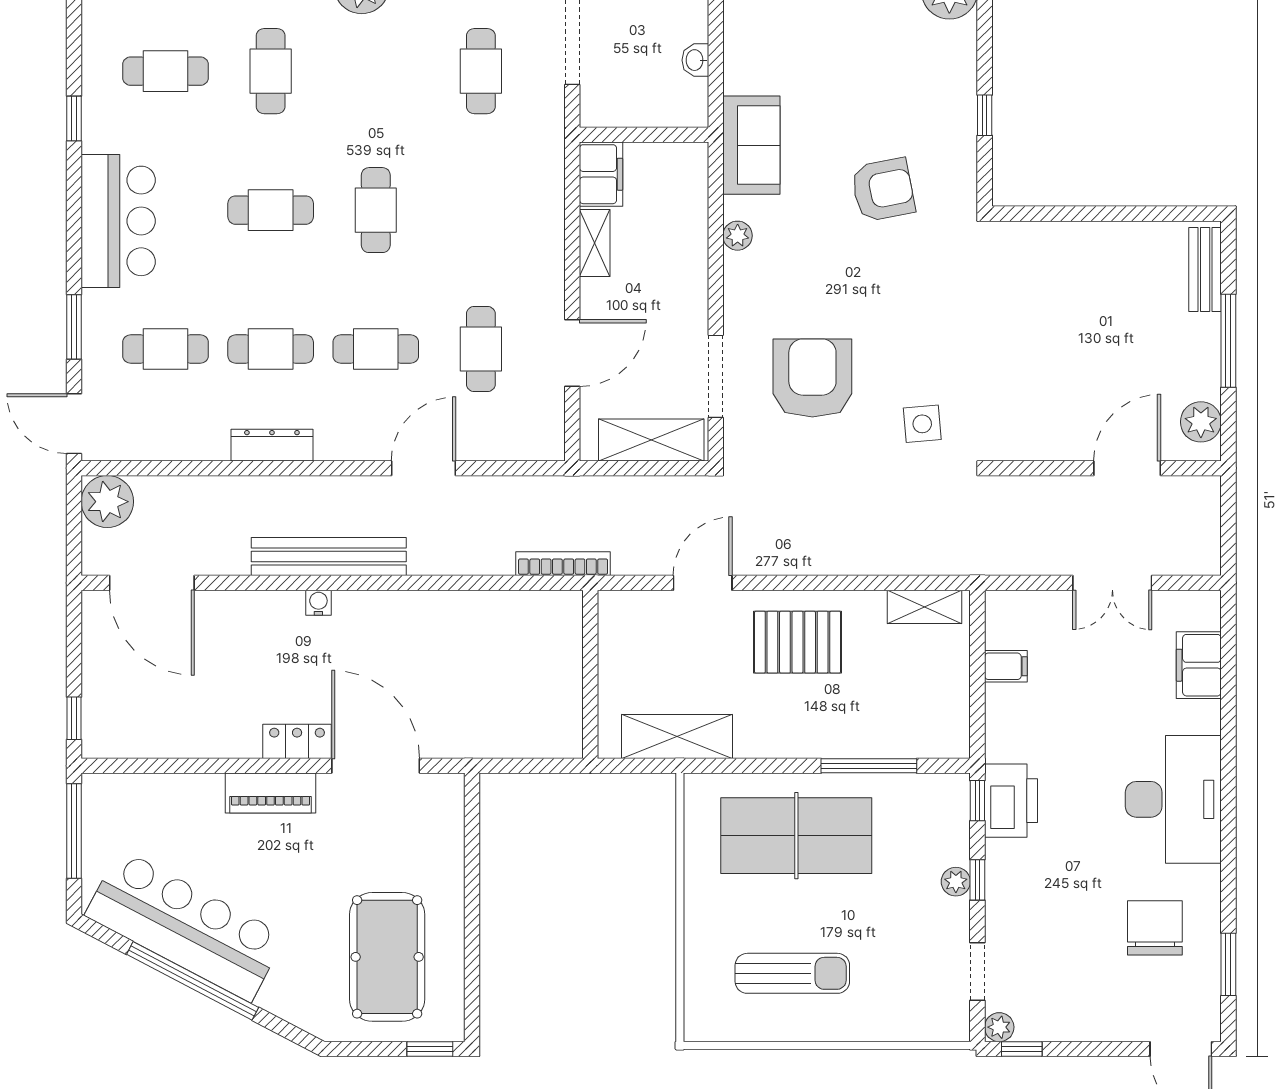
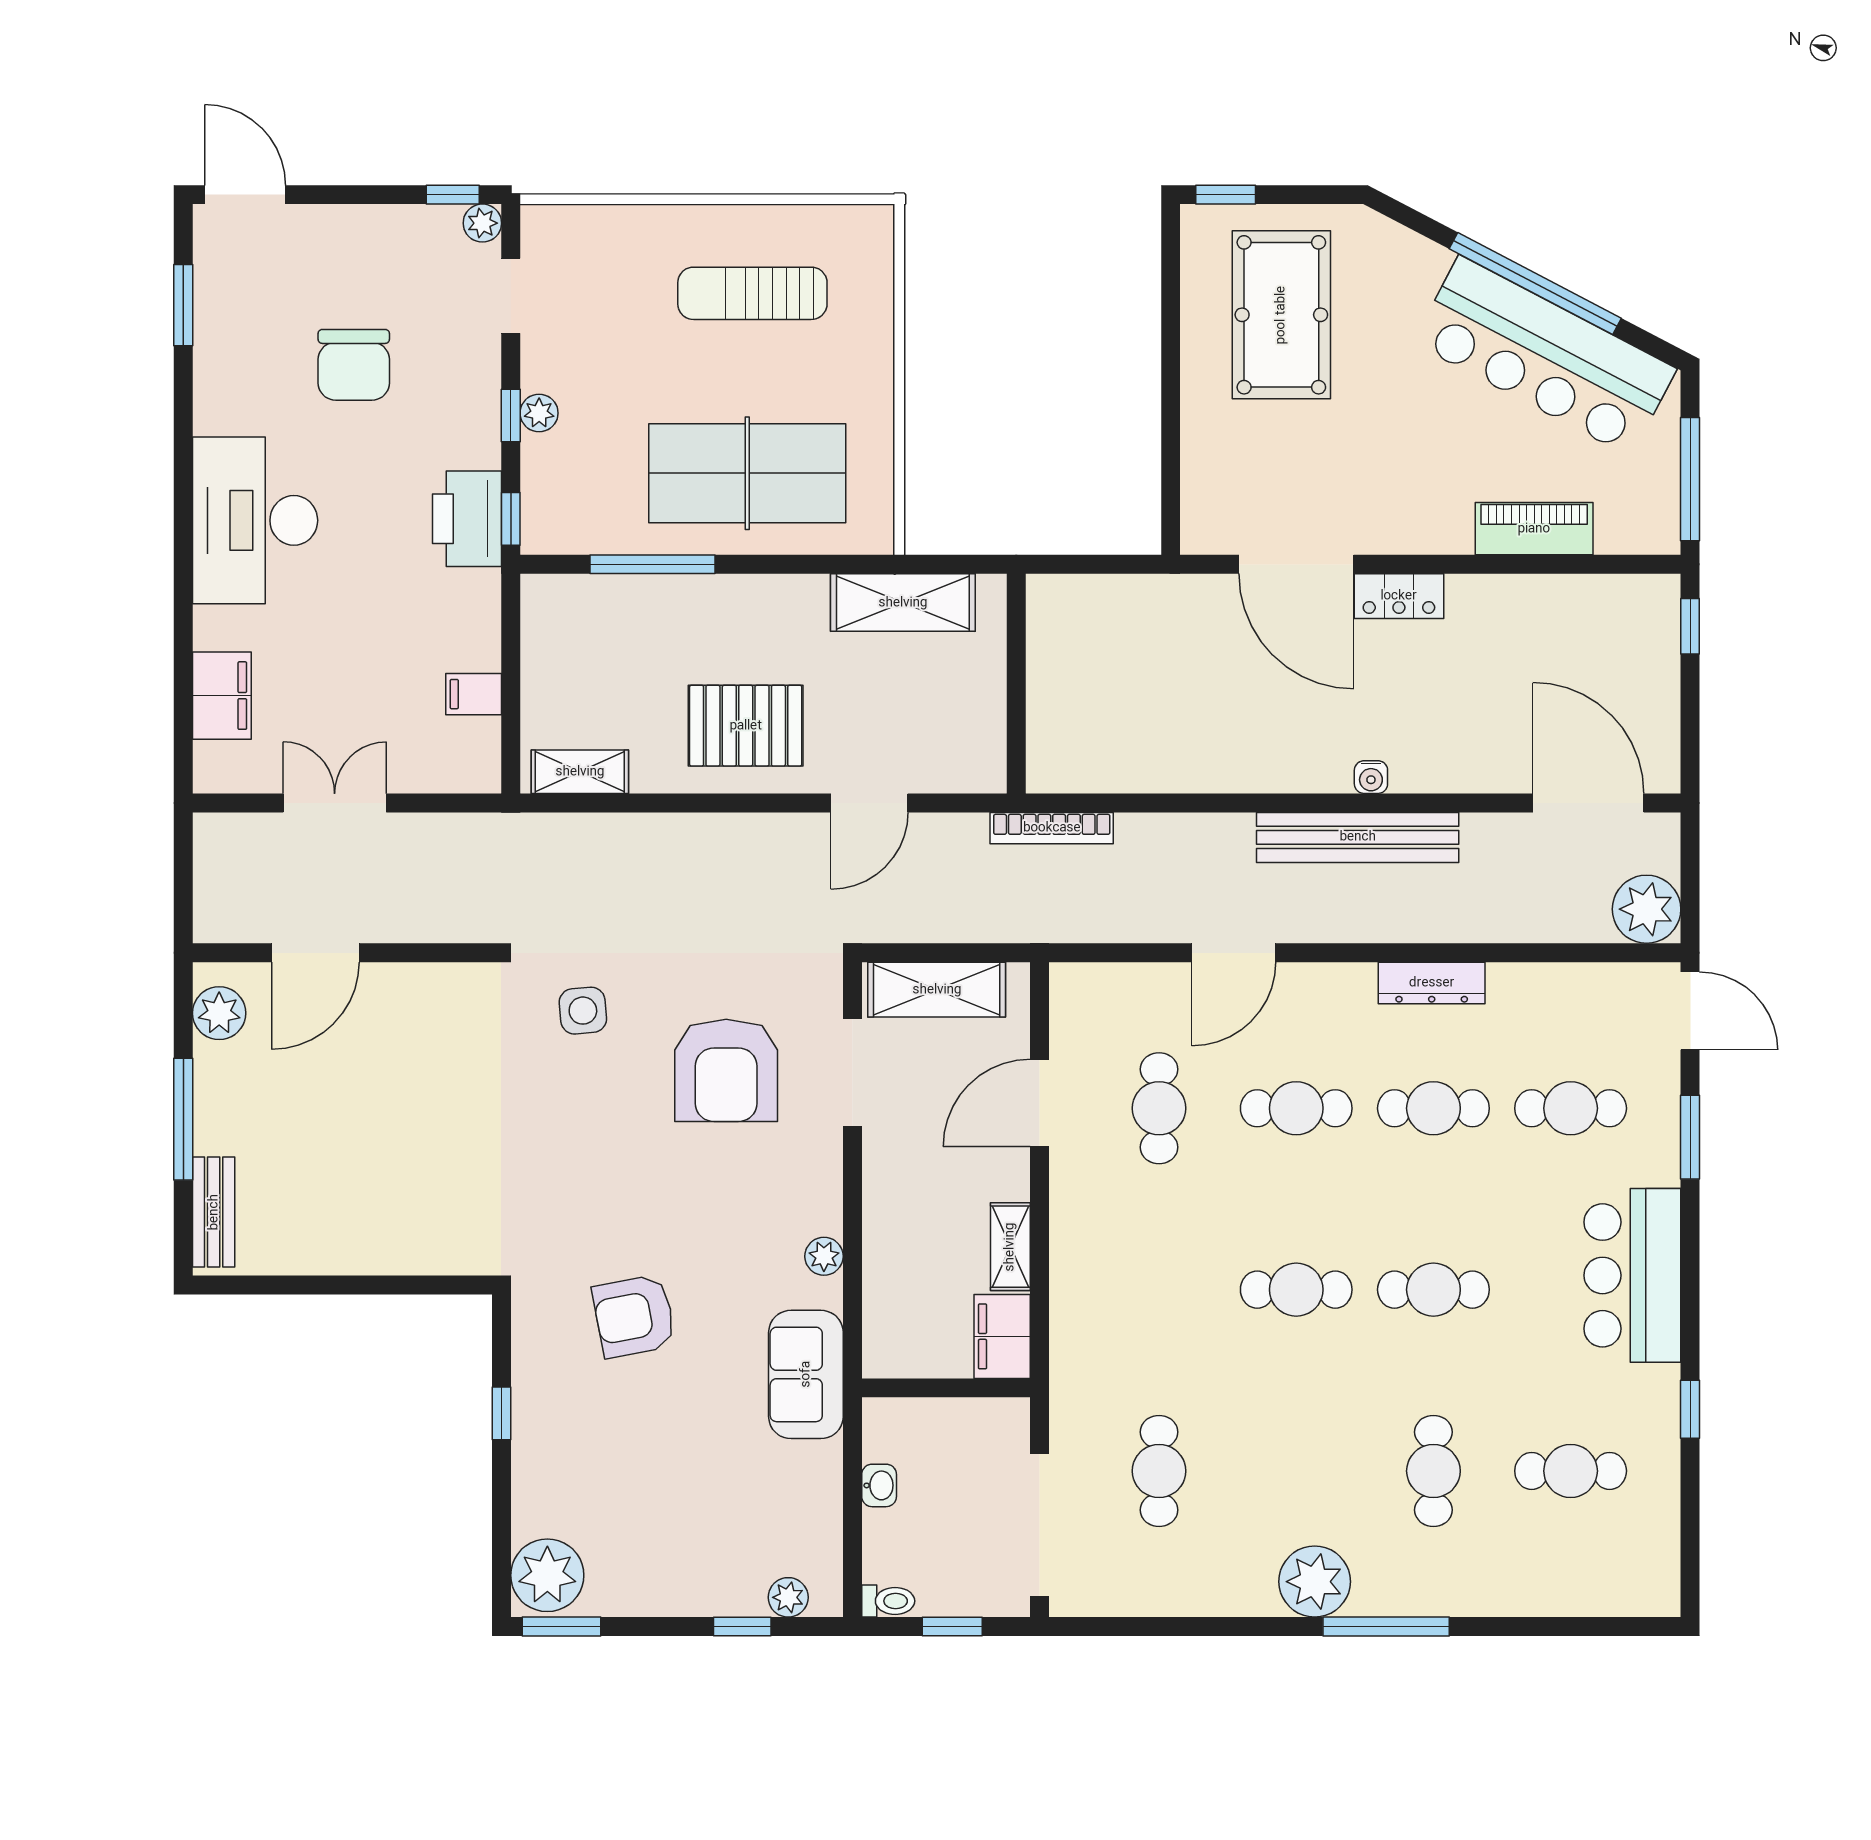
cafe table: (376, 210) -> (1296, 1290), turned 90
piano: (271, 793) -> (1534, 529), moved
chair: (1155, 928) -> (354, 365), moved

